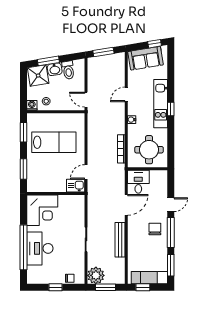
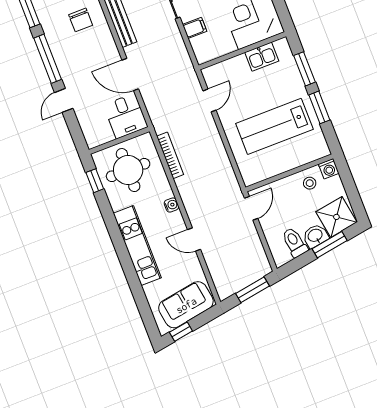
door: (126, 94) -> (194, 240), swing flipped
door: (86, 100) -> (251, 208), hinge flipped
window: (171, 109) -> (95, 181), moved
window: (23, 132) -> (319, 107), moved
kitchen sink: (76, 186) -> (262, 57), moved
door: (126, 205) -> (130, 75), hinge flipped
filing cabinet: (78, 218) -> (195, 28), added
chair: (155, 229) -> (81, 20), moved

